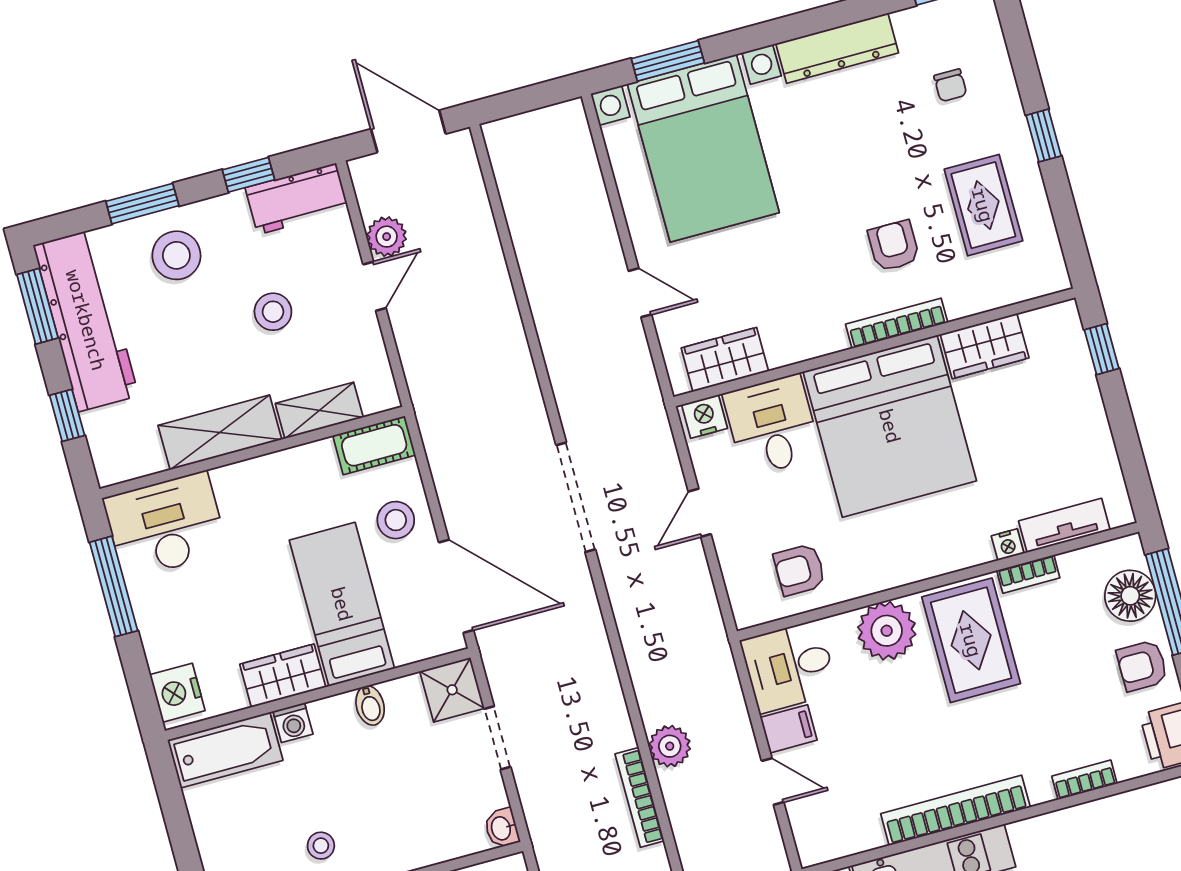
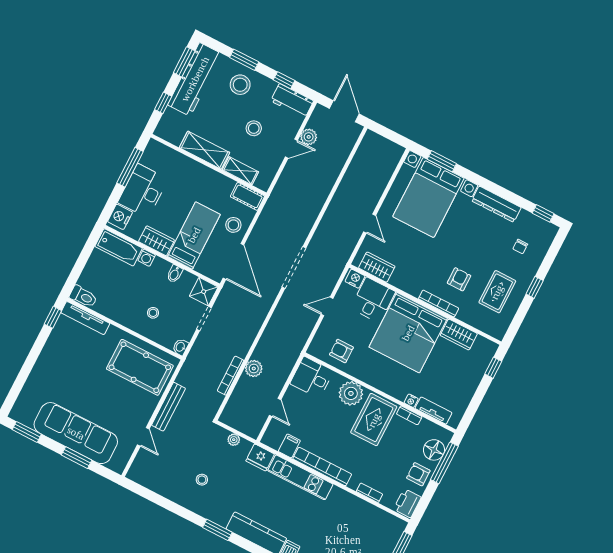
desk: (165, 525) -> (143, 191), moved, turned -90
filing cabinet: (789, 729) -> (289, 446), moved, turned -90
stool: (321, 846) -> (153, 313), moved

